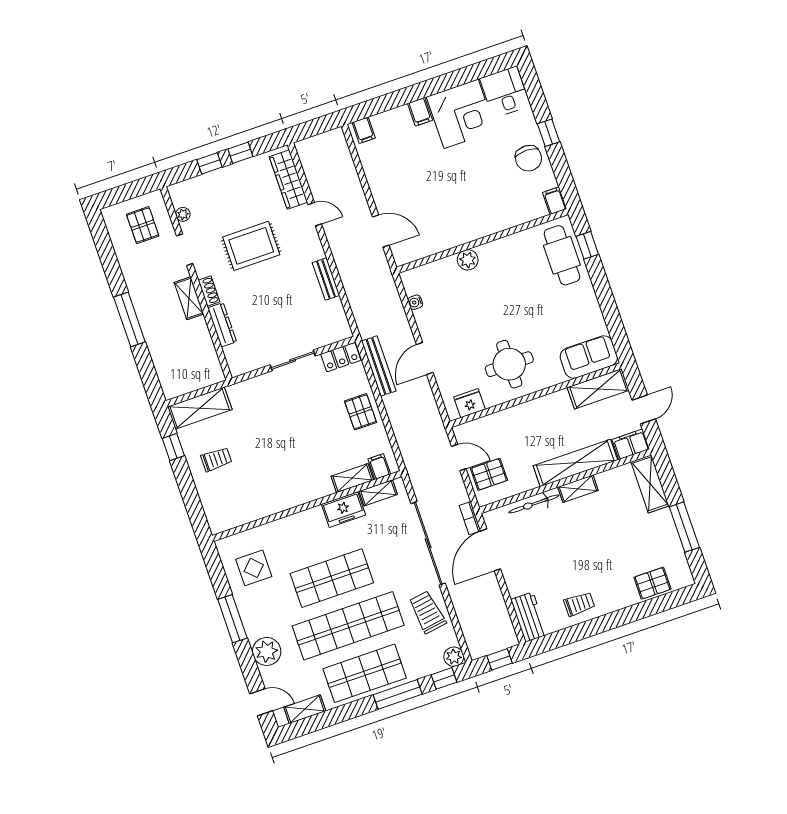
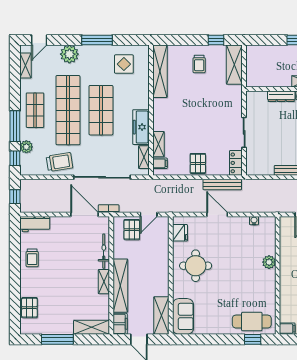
pallet: (361, 412) -> (198, 163), turned 90
freezer: (343, 510) -> (141, 127), width x1.40
shelving: (246, 512) -> (160, 71), added
plant: (454, 657) -> (26, 147), moved
shop shelf: (365, 673) -> (35, 110), width x0.70, depth x0.74

